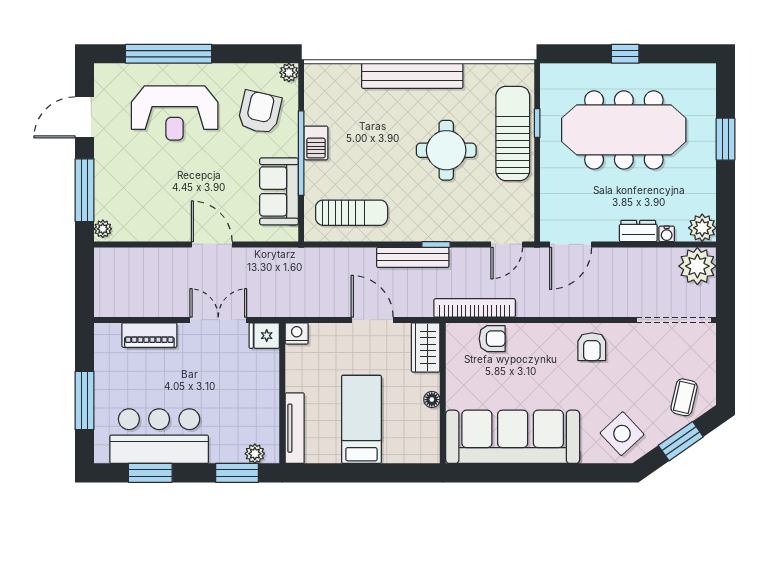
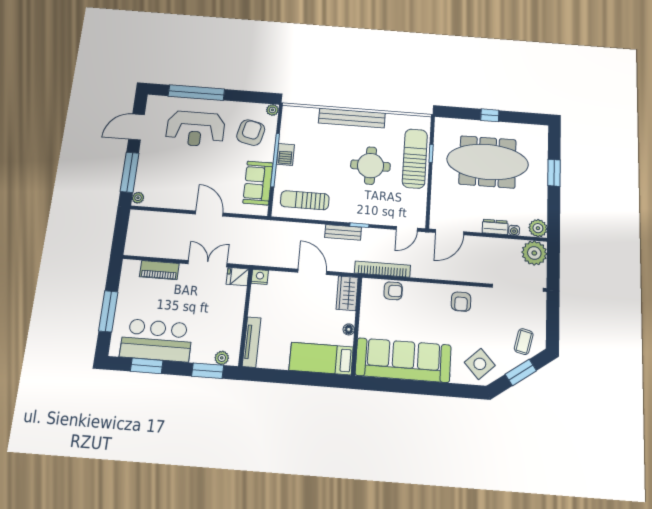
sun lounger: (352, 213) -> (305, 200), turned 180
bench: (413, 257) -> (343, 232), width x0.73
bed: (361, 419) -> (321, 359), moved, turned -90

